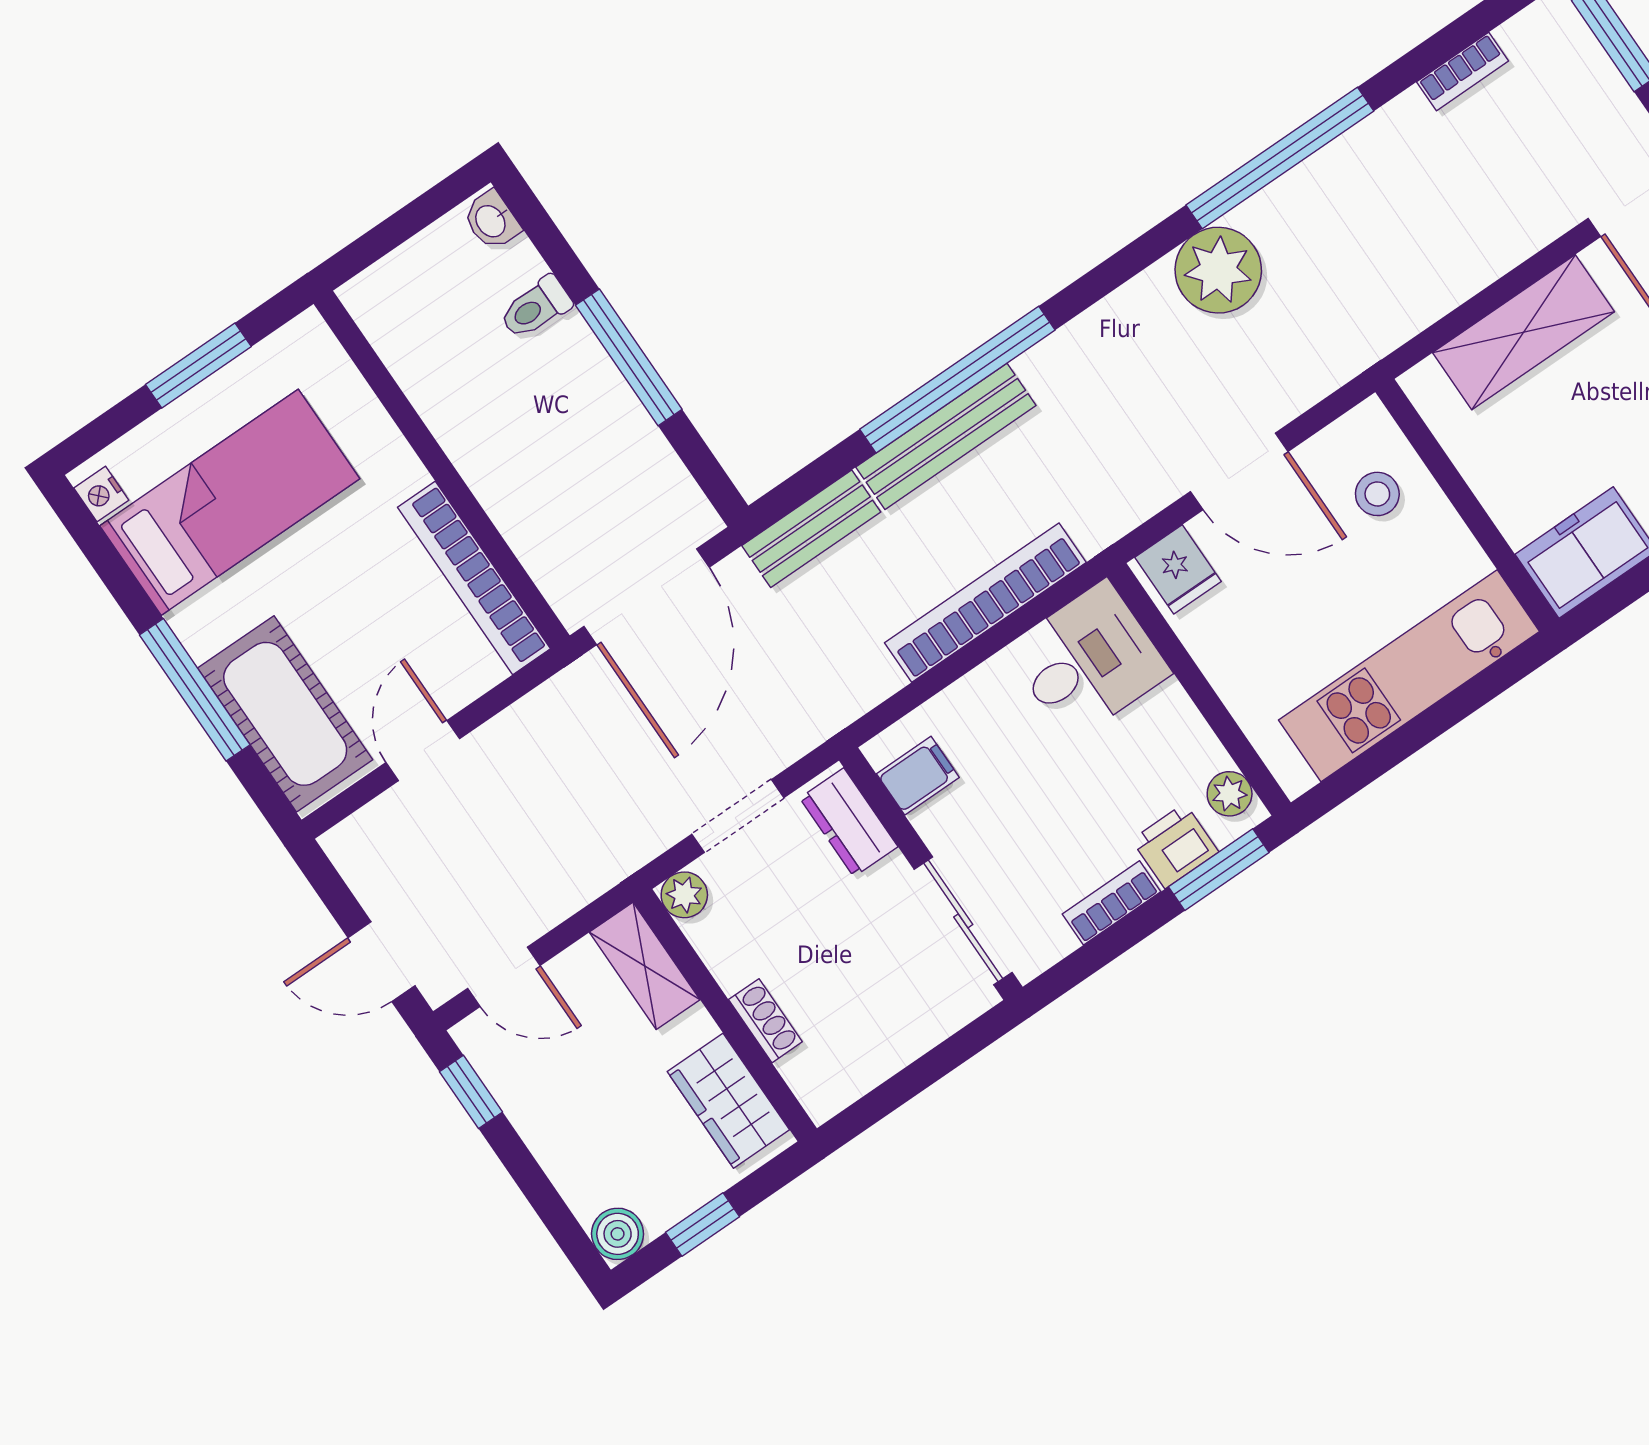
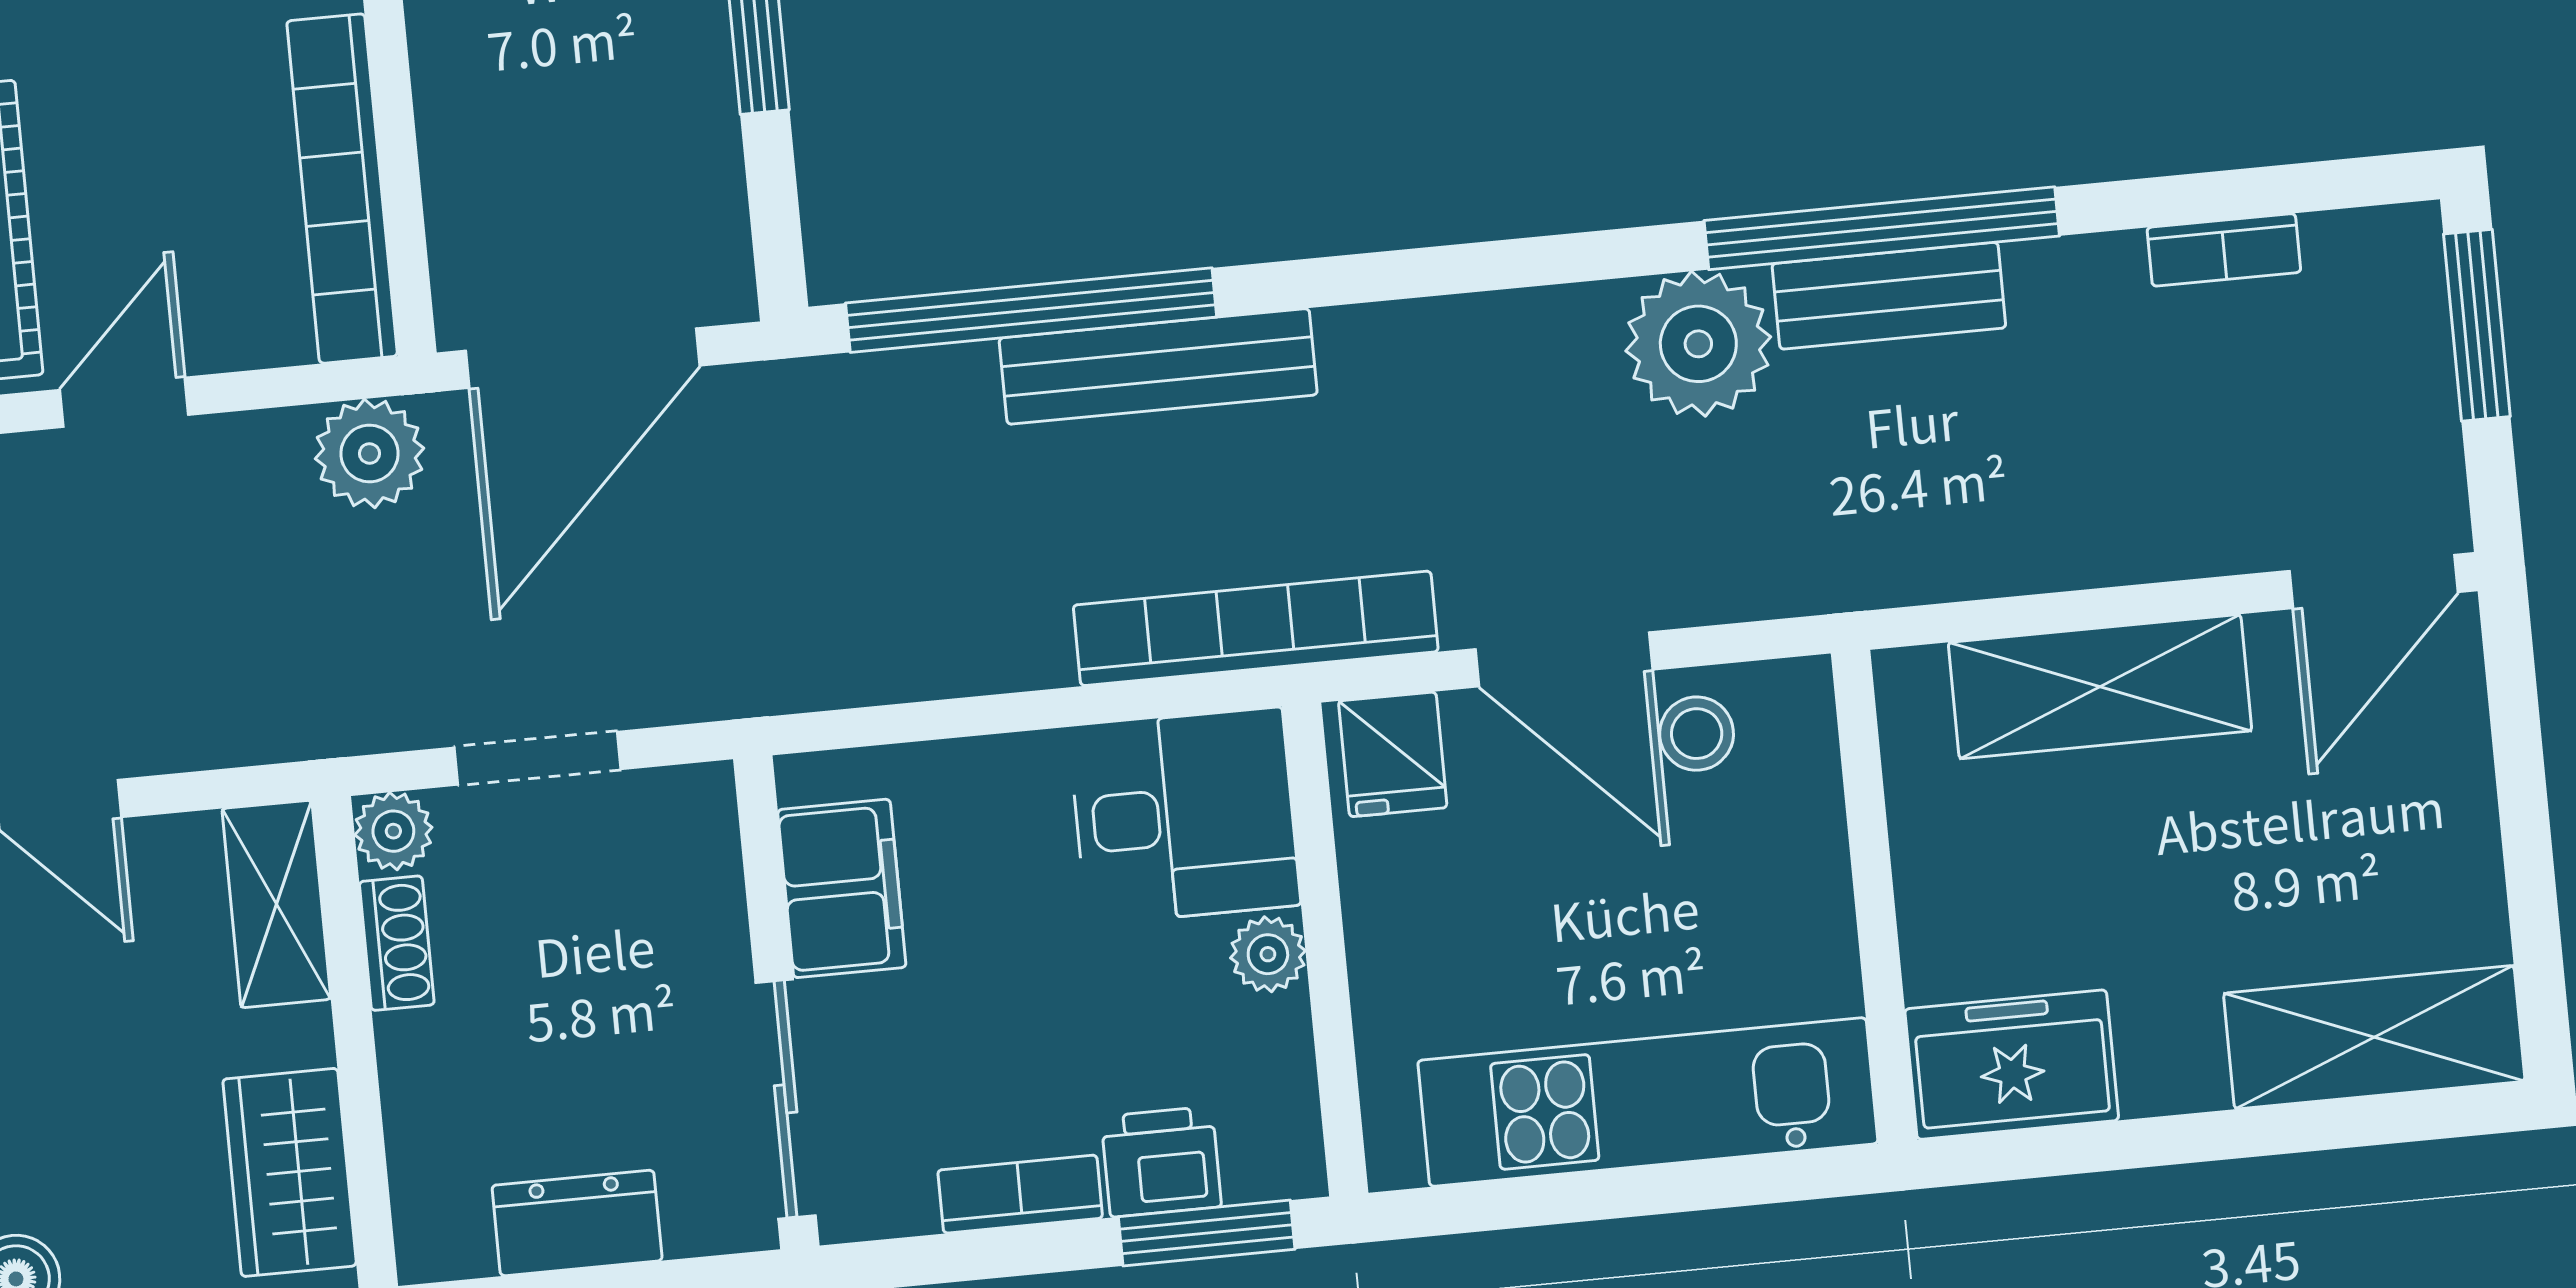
window: (957, 380) -> (1031, 310), moved
stool: (1377, 494) -> (1697, 734), moved
bench: (811, 529) -> (1889, 296), moved
bookcase: (985, 603) -> (1256, 628), moved
plant: (564, 707) -> (370, 453), added
filing cabinet: (918, 776) -> (842, 888), width x2.00
plant: (1230, 794) -> (1268, 954), moved
dresser: (849, 822) -> (577, 1223), moved, turned 90
shoe rack: (765, 1021) -> (397, 943), moved

